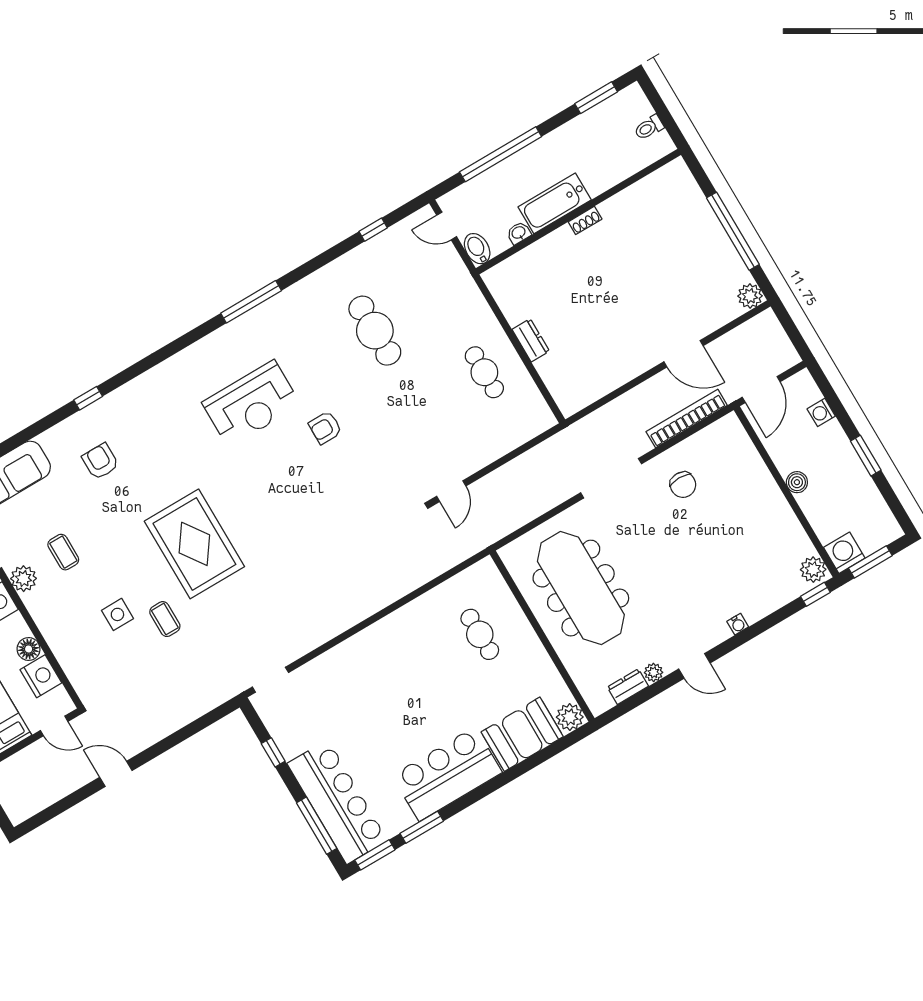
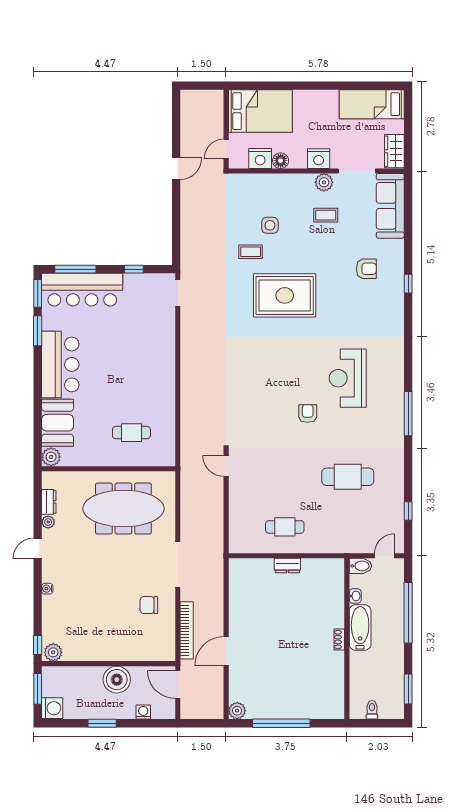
boiler: (797, 482) -> (117, 680), width x1.86, depth x1.86
washing machine: (844, 553) -> (52, 708), moved

